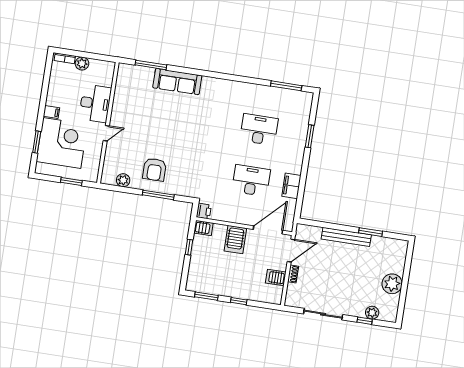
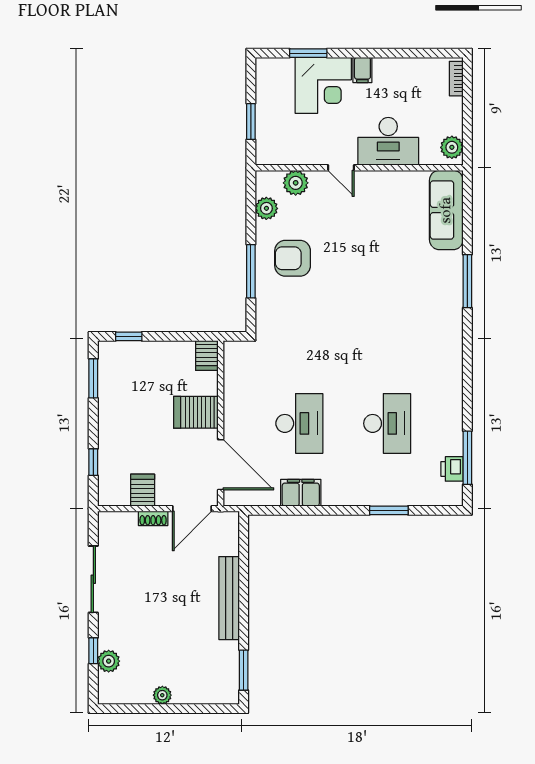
plant: (82, 64) -> (452, 147), moved
window: (151, 65) -> (467, 281), moved
sofa: (177, 82) -> (446, 210), moved
corner desk: (62, 143) -> (323, 85), width x0.74, depth x0.74
plant: (111, 161) -> (296, 183), added
printer: (204, 211) -> (452, 469), moved, turned 90
window: (371, 232) -> (244, 670), moved
window: (189, 247) -> (129, 336), moved
door: (291, 250) -> (192, 509), hinge flipped
plant: (392, 284) -> (162, 695), width x0.53, depth x0.53
window: (239, 301) -> (93, 462), moved

